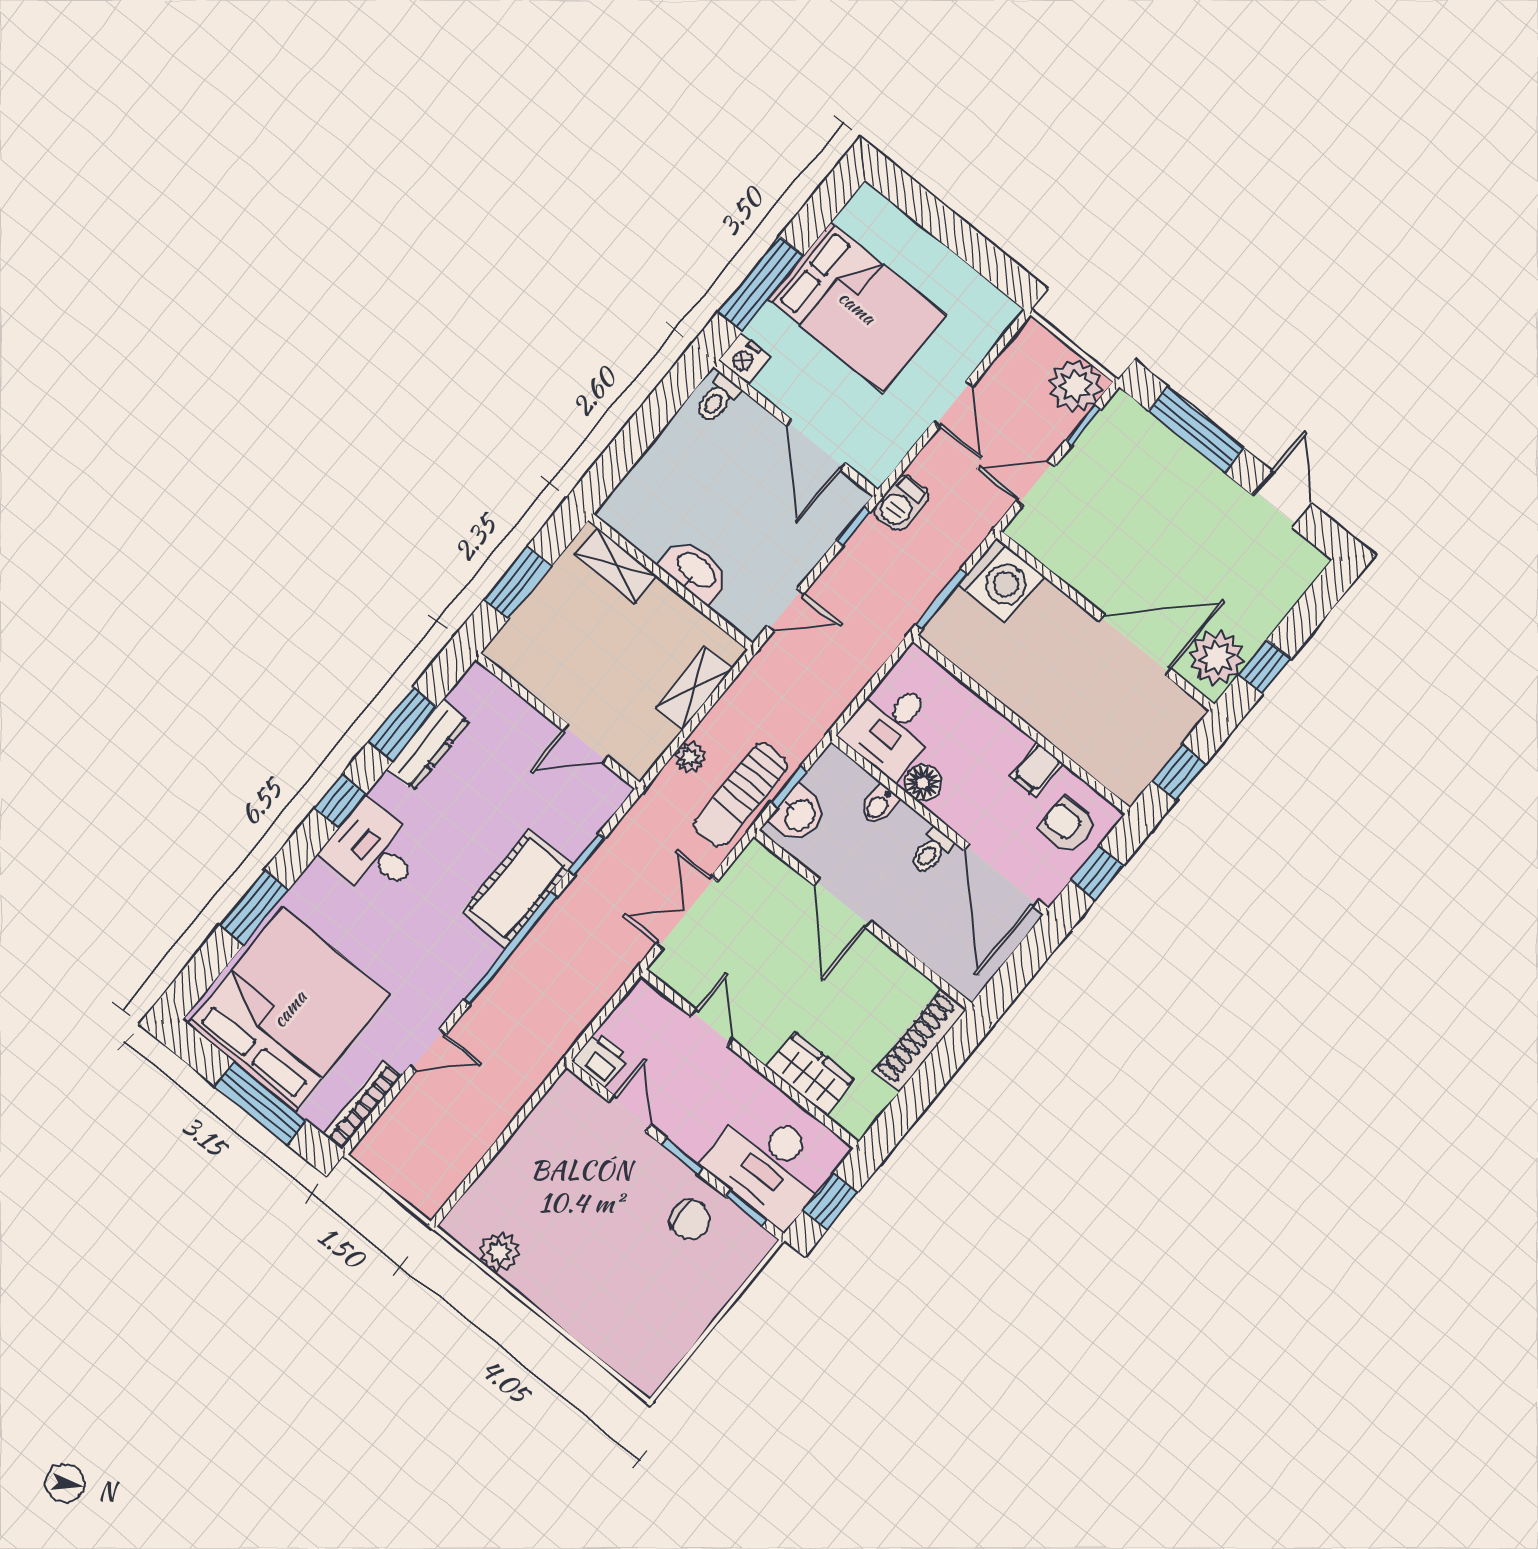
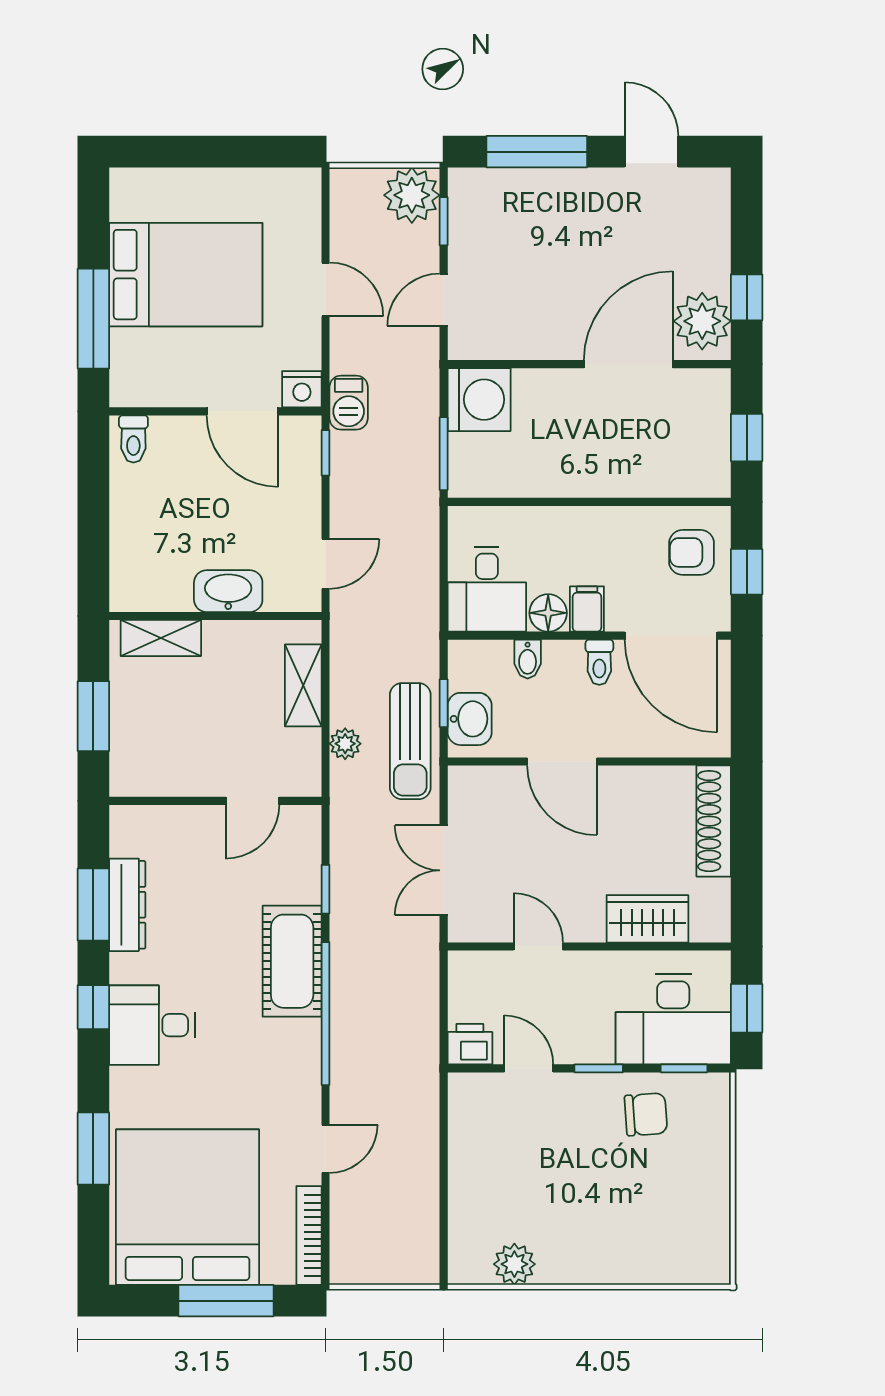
nightstand: (744, 359) -> (302, 389), moved
filing cabinet: (1036, 770) -> (587, 609), moved, turned 180

